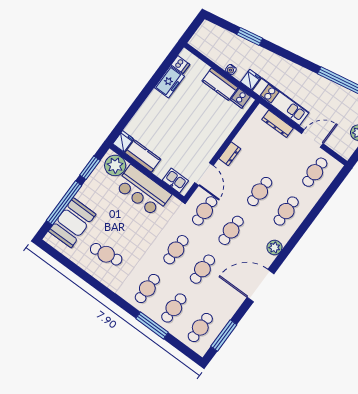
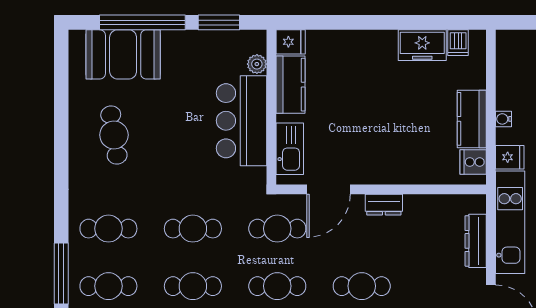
plant: (115, 165) -> (257, 64), width x0.53, depth x0.53
kitchen sink: (175, 180) -> (290, 149), width x1.38

